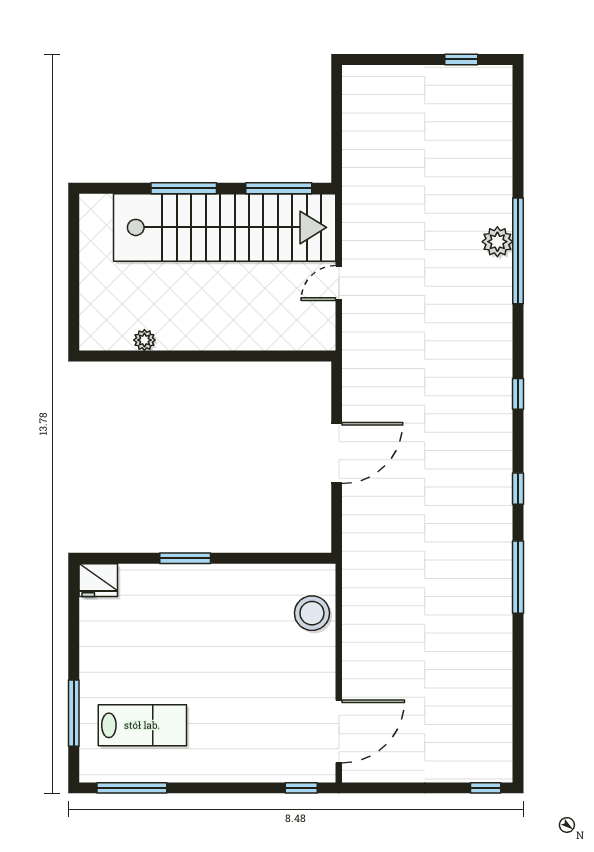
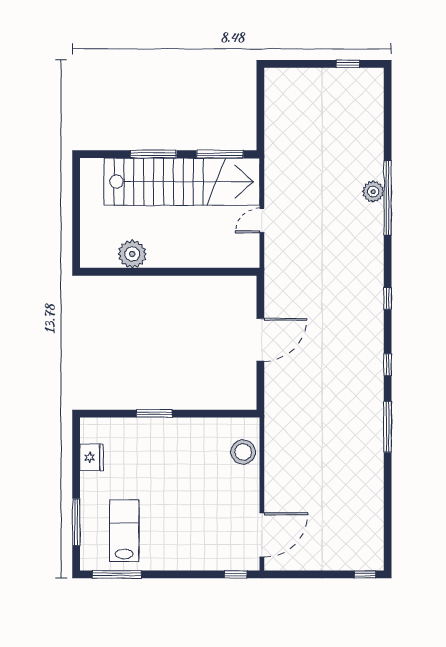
plant: (144, 340) -> (132, 254), width x1.88, depth x1.88
fridge: (98, 580) -> (91, 457), moved, turned -90
lab bench: (142, 725) -> (124, 531), turned -90

